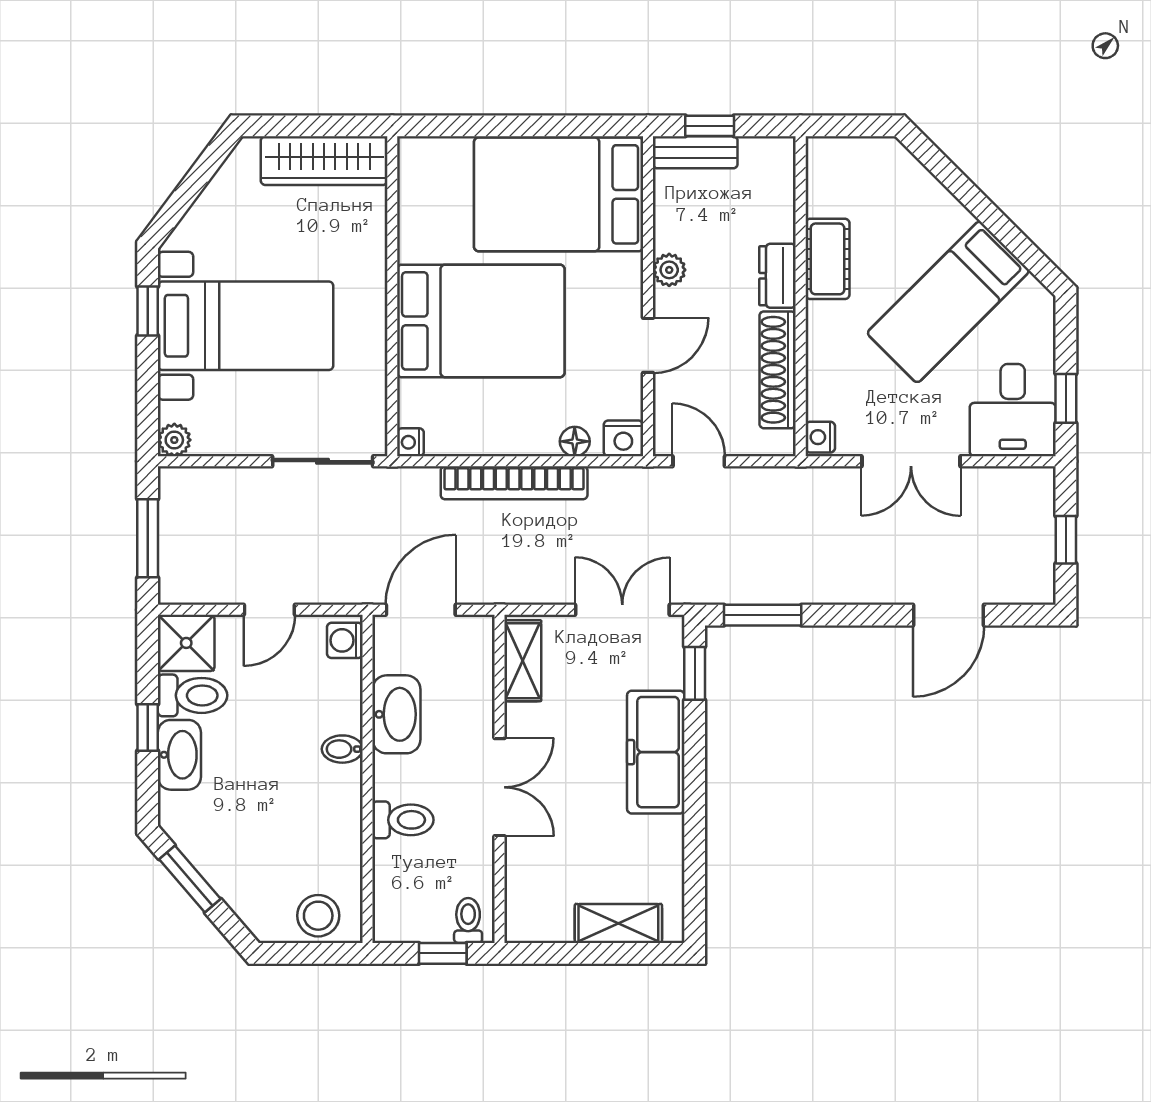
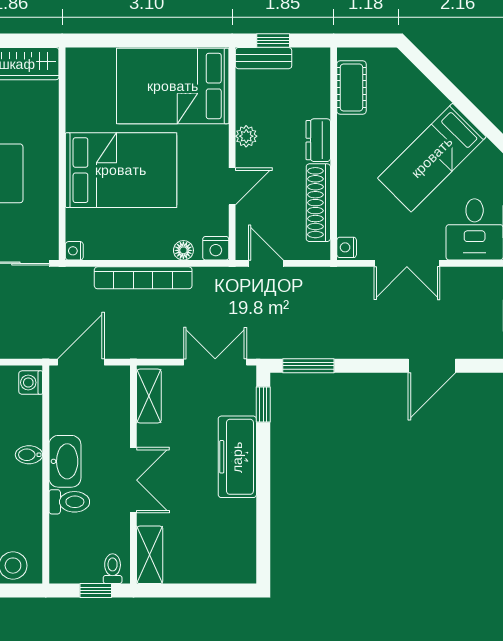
cot: (827, 259) -> (351, 88), moved
washbasin: (396, 714) -> (65, 461), moved
shelving: (618, 923) -> (150, 555), moved, turned 90

